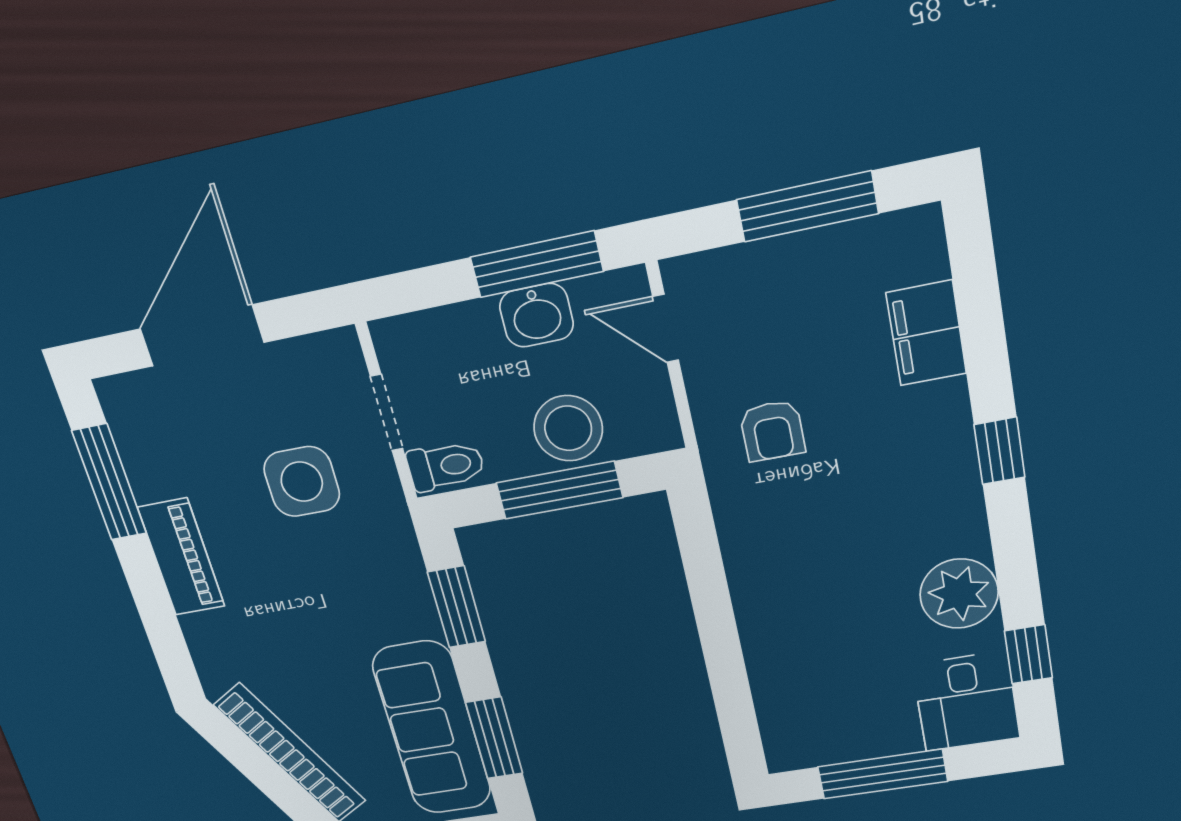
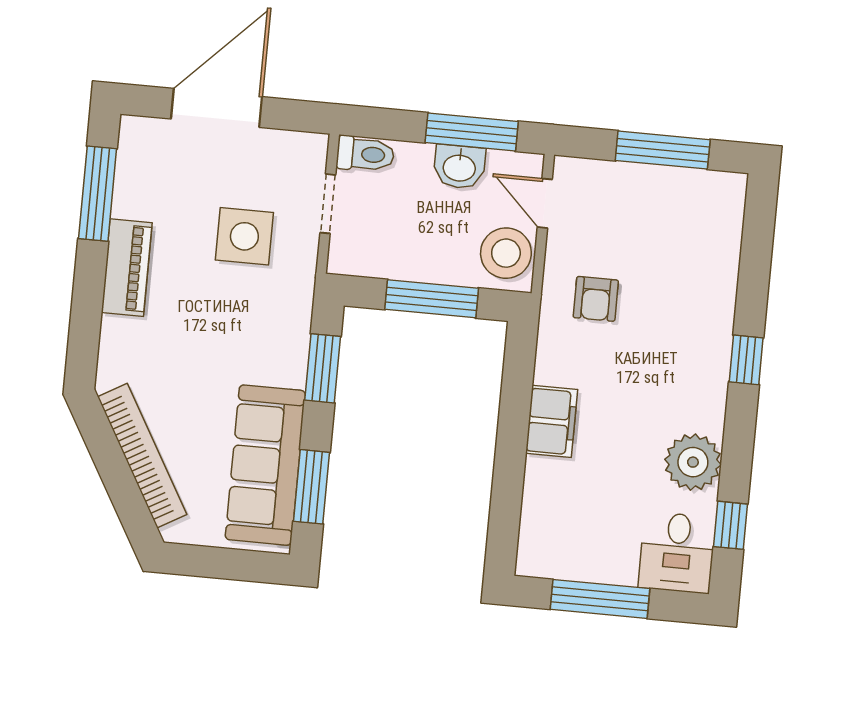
filing cabinet: (926, 333) -> (552, 421), moved, turned 180
stool: (568, 428) -> (506, 253), moved
toilet: (446, 466) -> (365, 154), moved

